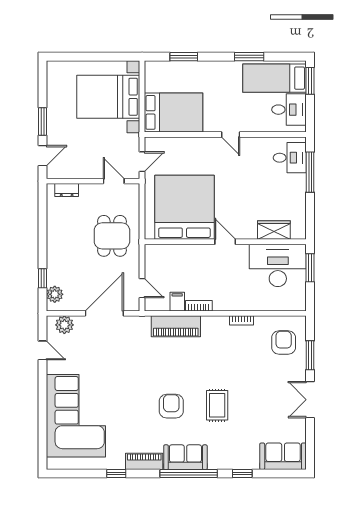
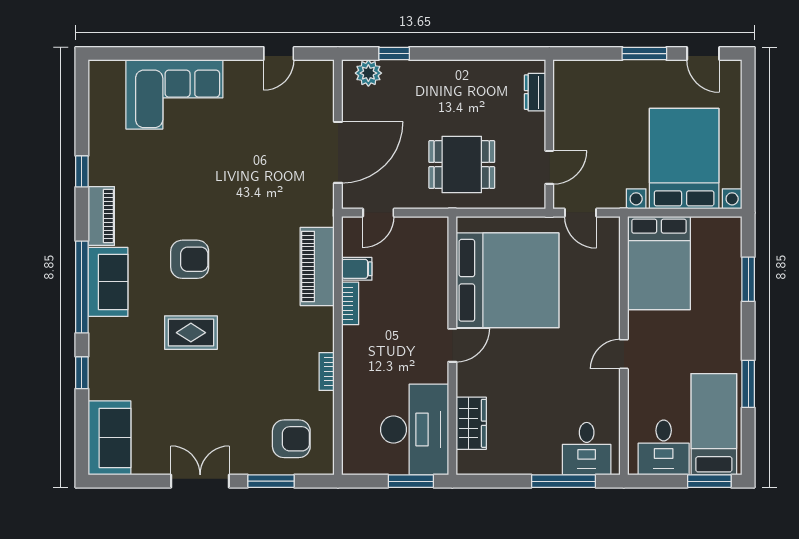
door: (43, 156) -> (703, 54), moved
door: (104, 313) -> (338, 152), hinge flipped
plant: (64, 325) -> (320, 89), removed
corner sofa: (76, 416) -> (174, 94), width x0.73, depth x0.74

